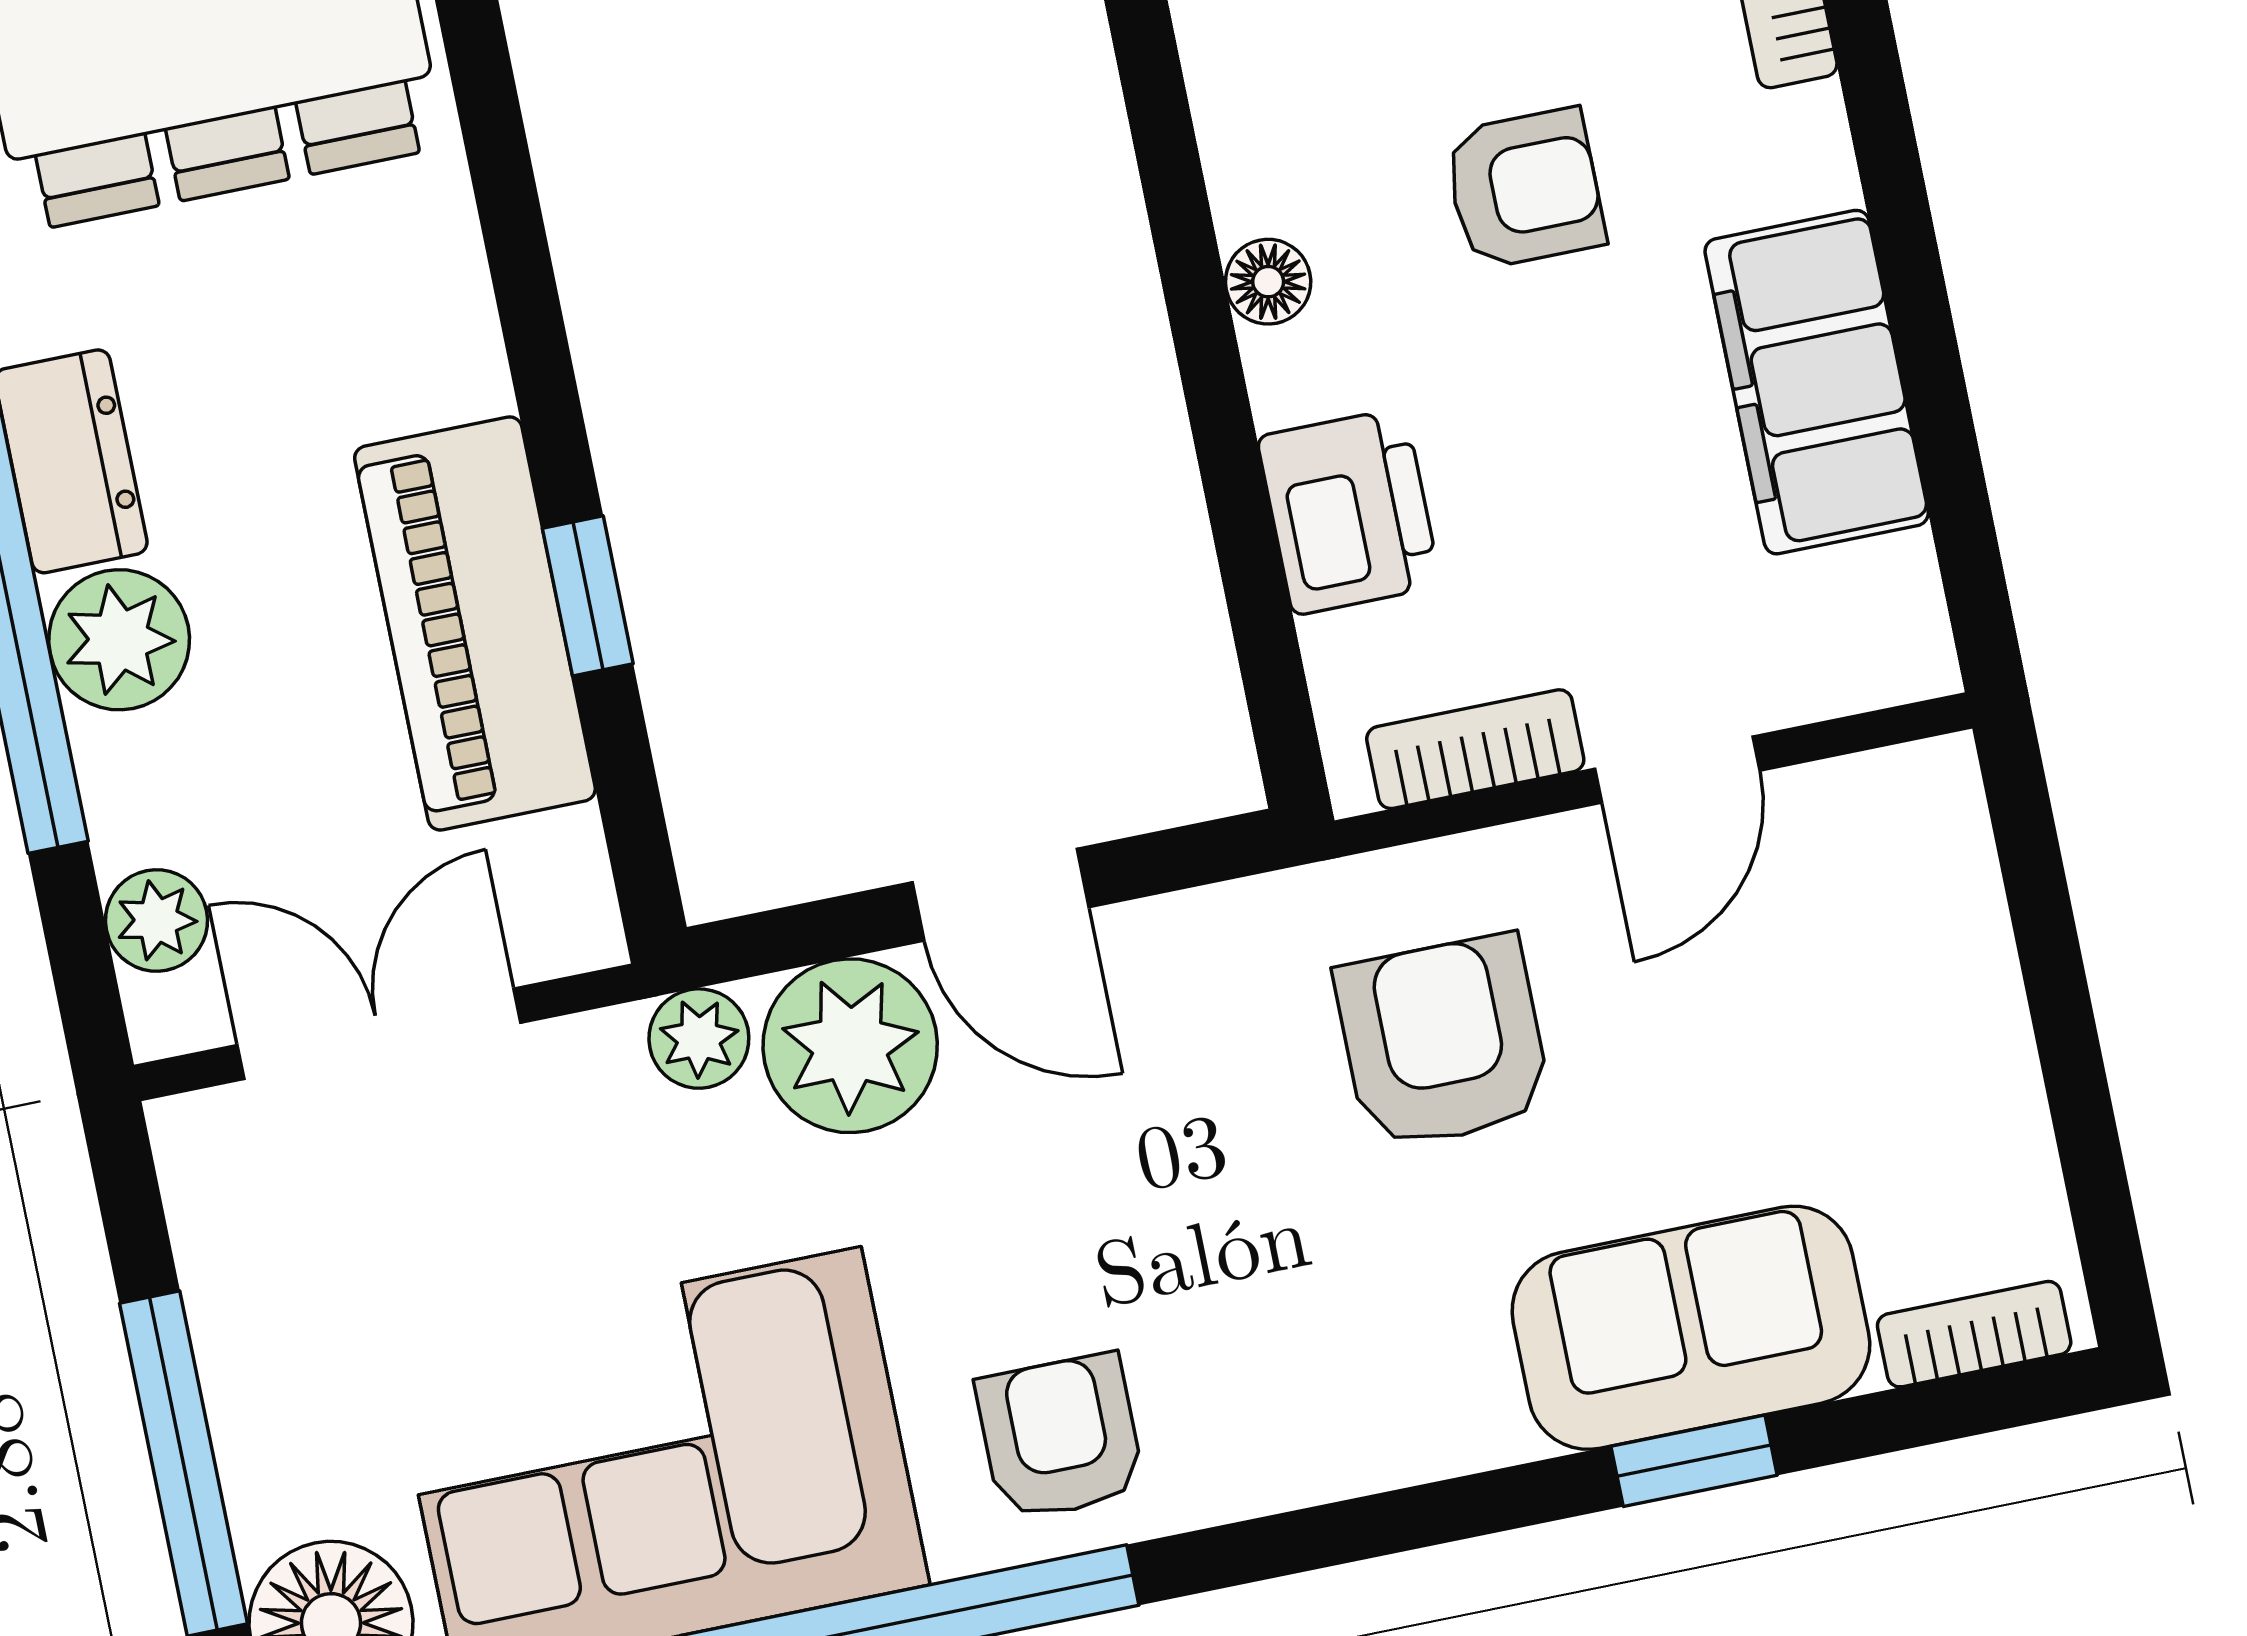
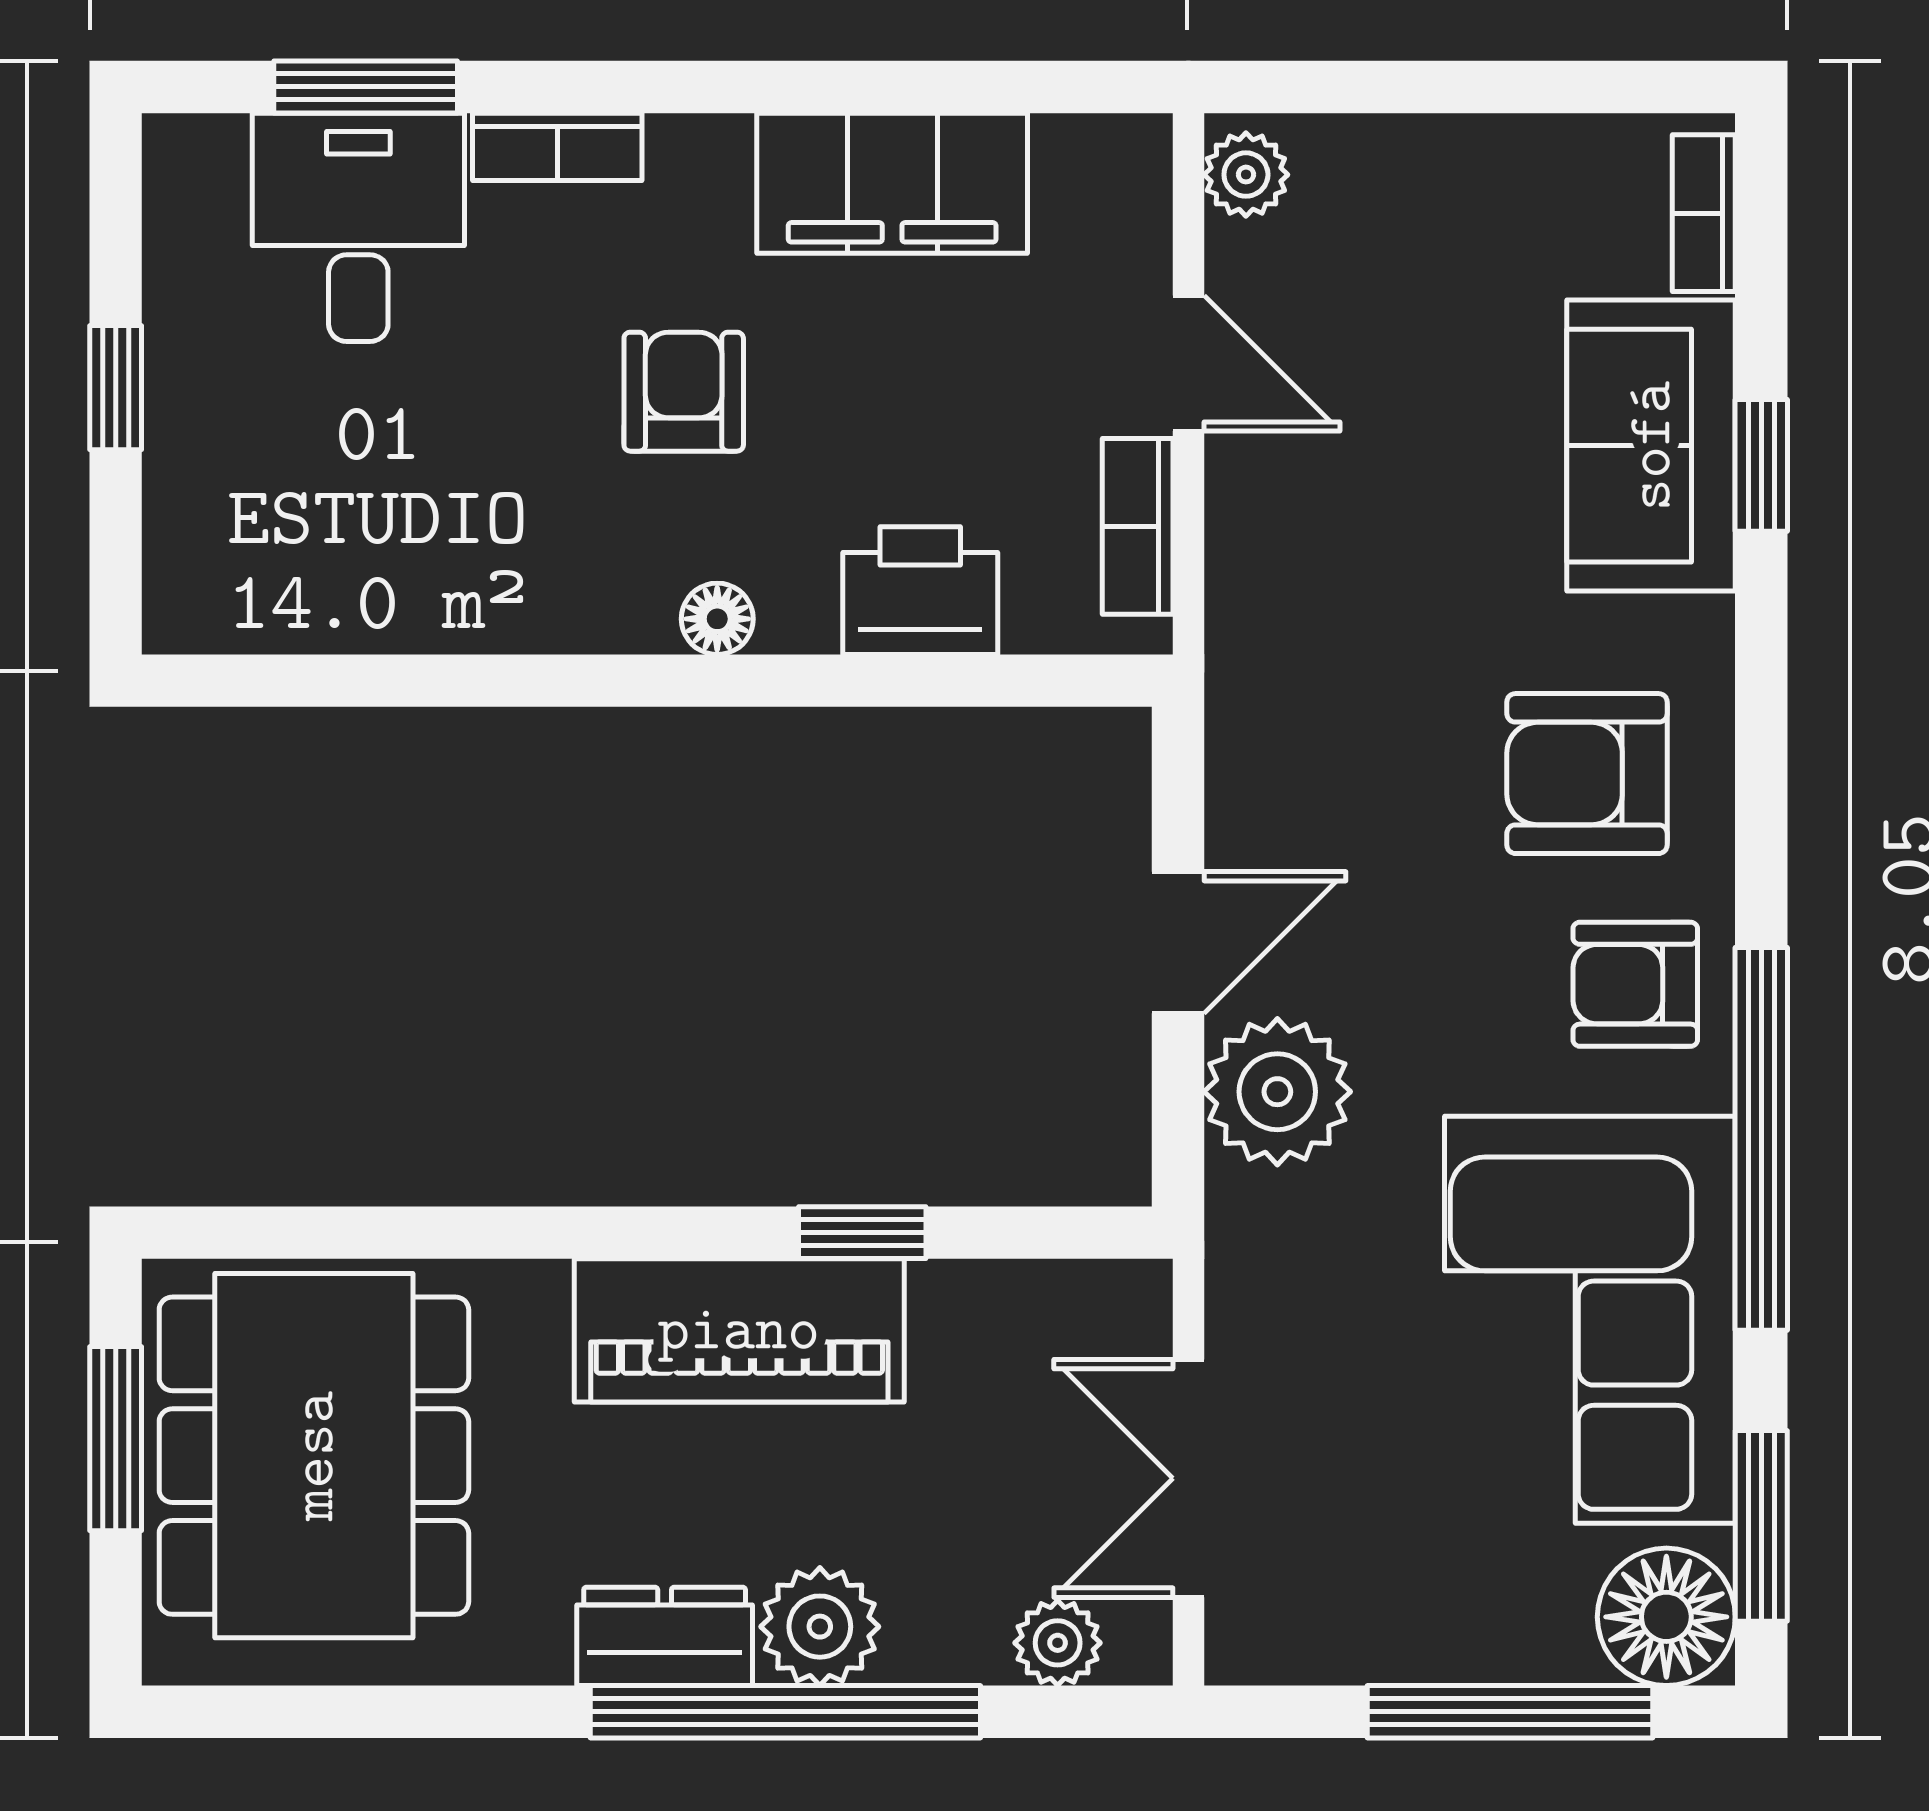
piano: (475, 623) -> (739, 1330), moved
plant: (699, 1039) -> (1246, 175), moved
armchair: (1443, 1042) -> (1587, 774), moved

